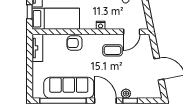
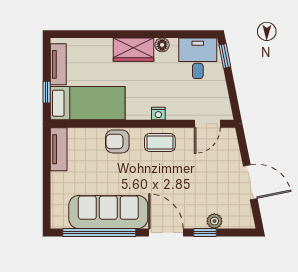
coffee table: (112, 50) -> (160, 143), moved
plant: (126, 94) -> (214, 221), moved

